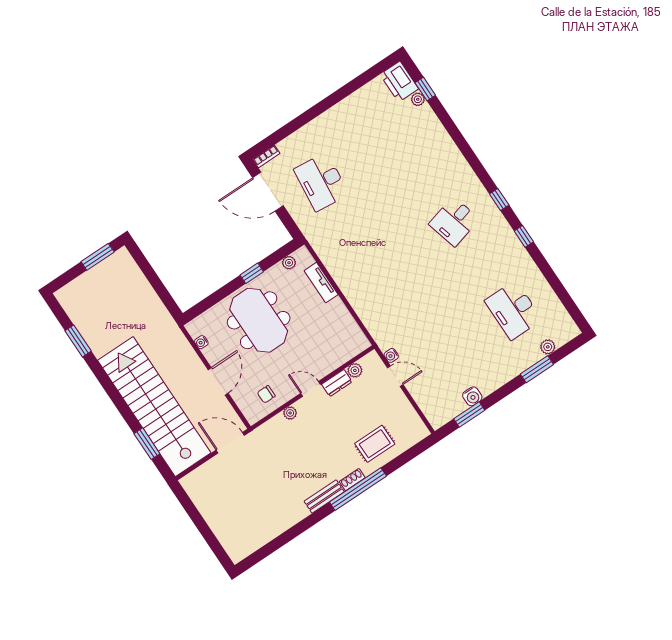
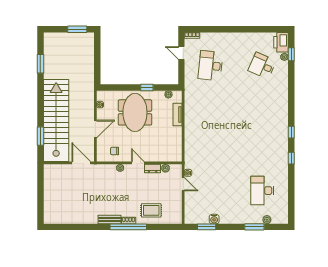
door: (268, 192) -> (181, 53), width x0.53
desk: (454, 222) -> (262, 66), moved, turned 39

